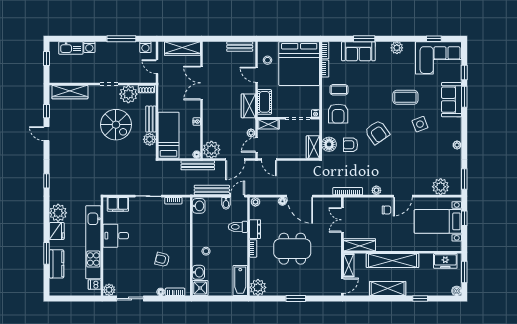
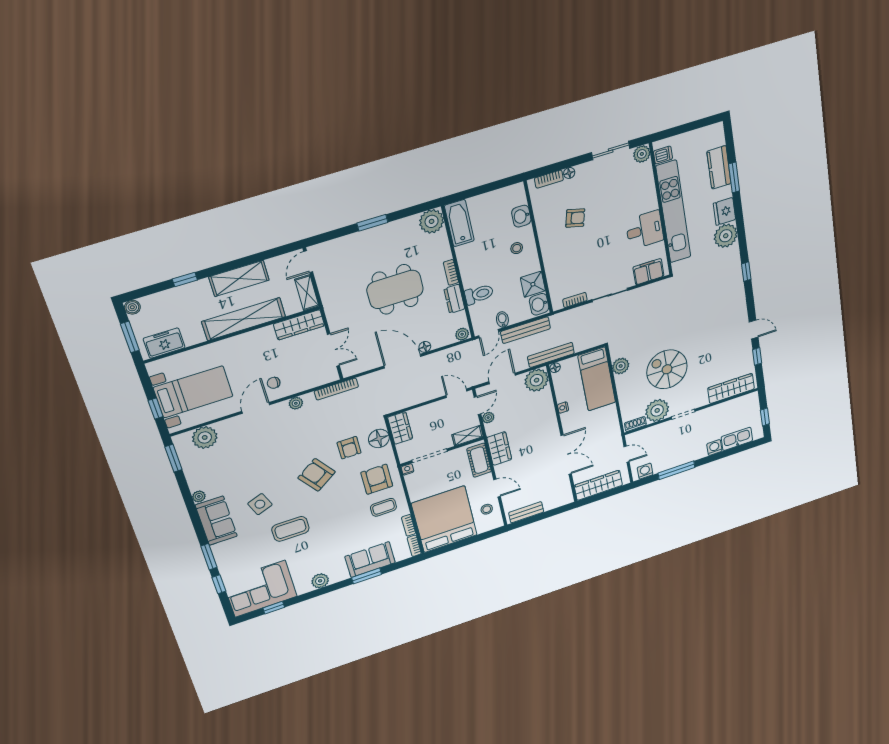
sofa: (451, 100) -> (216, 521), moved
bench: (151, 119) -> (623, 391), removed
armchair: (351, 145) -> (349, 448), turned 90
shower: (200, 288) -> (533, 284), moved

